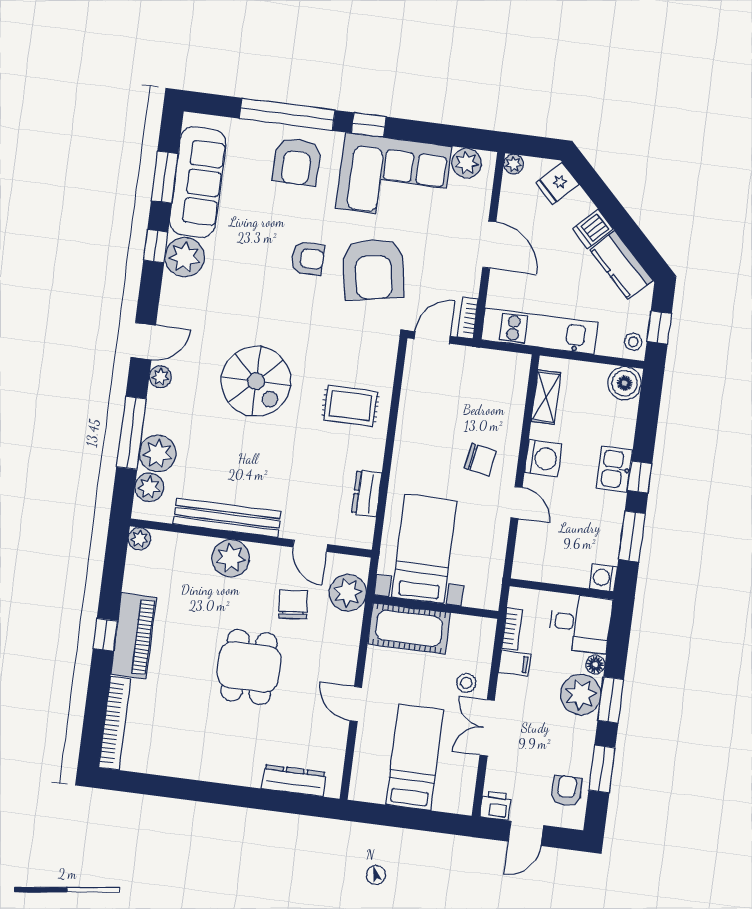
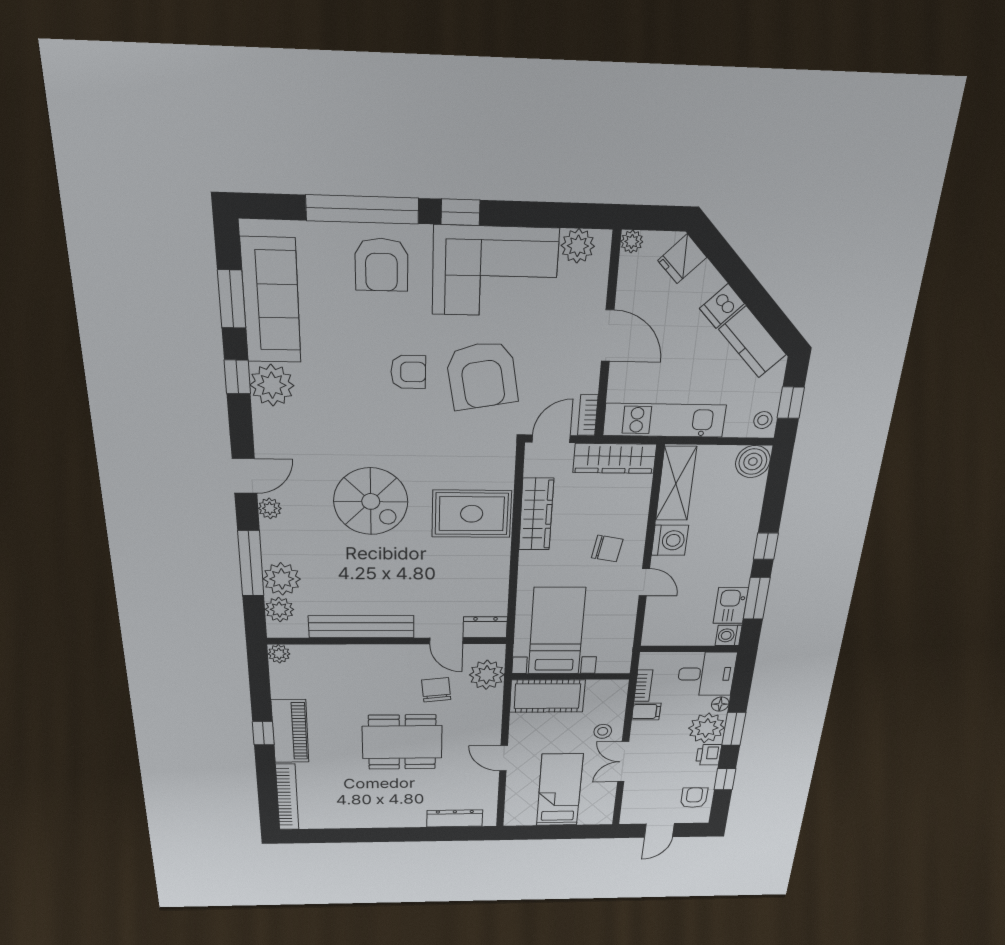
wardrobe: (491, 364) -> (615, 458), added
shelving: (546, 397) -> (676, 484), width x1.50, depth x1.33
rug: (350, 406) -> (472, 514), width x1.36, depth x1.43
wardrobe: (412, 414) -> (536, 514), added
kitchen sink: (615, 469) -> (731, 605), moved
dresser: (367, 493) -> (485, 627), moved, turned 90
plant: (231, 558) -> (371, 660), removed
dining table: (249, 667) -> (402, 742), width x1.38
window: (602, 769) -> (725, 779), width x0.67
printer: (496, 806) -> (709, 755), moved, turned -90

